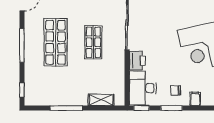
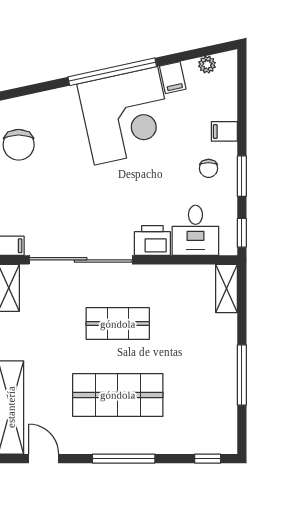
desk: (143, 88) -> (195, 230), width x0.73
shelving: (101, 100) -> (227, 289), moved

